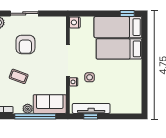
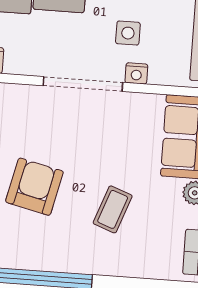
armchair: (25, 44) -> (34, 187), turned -77

